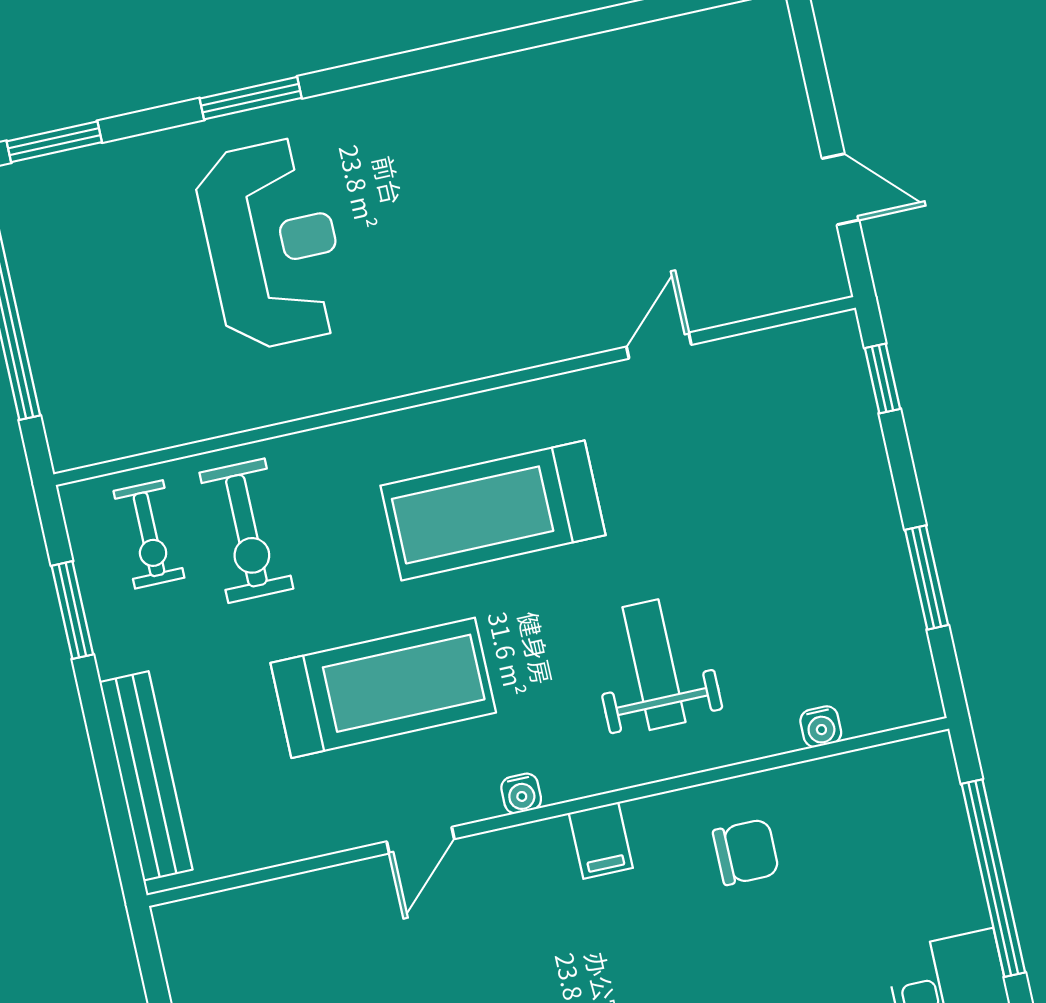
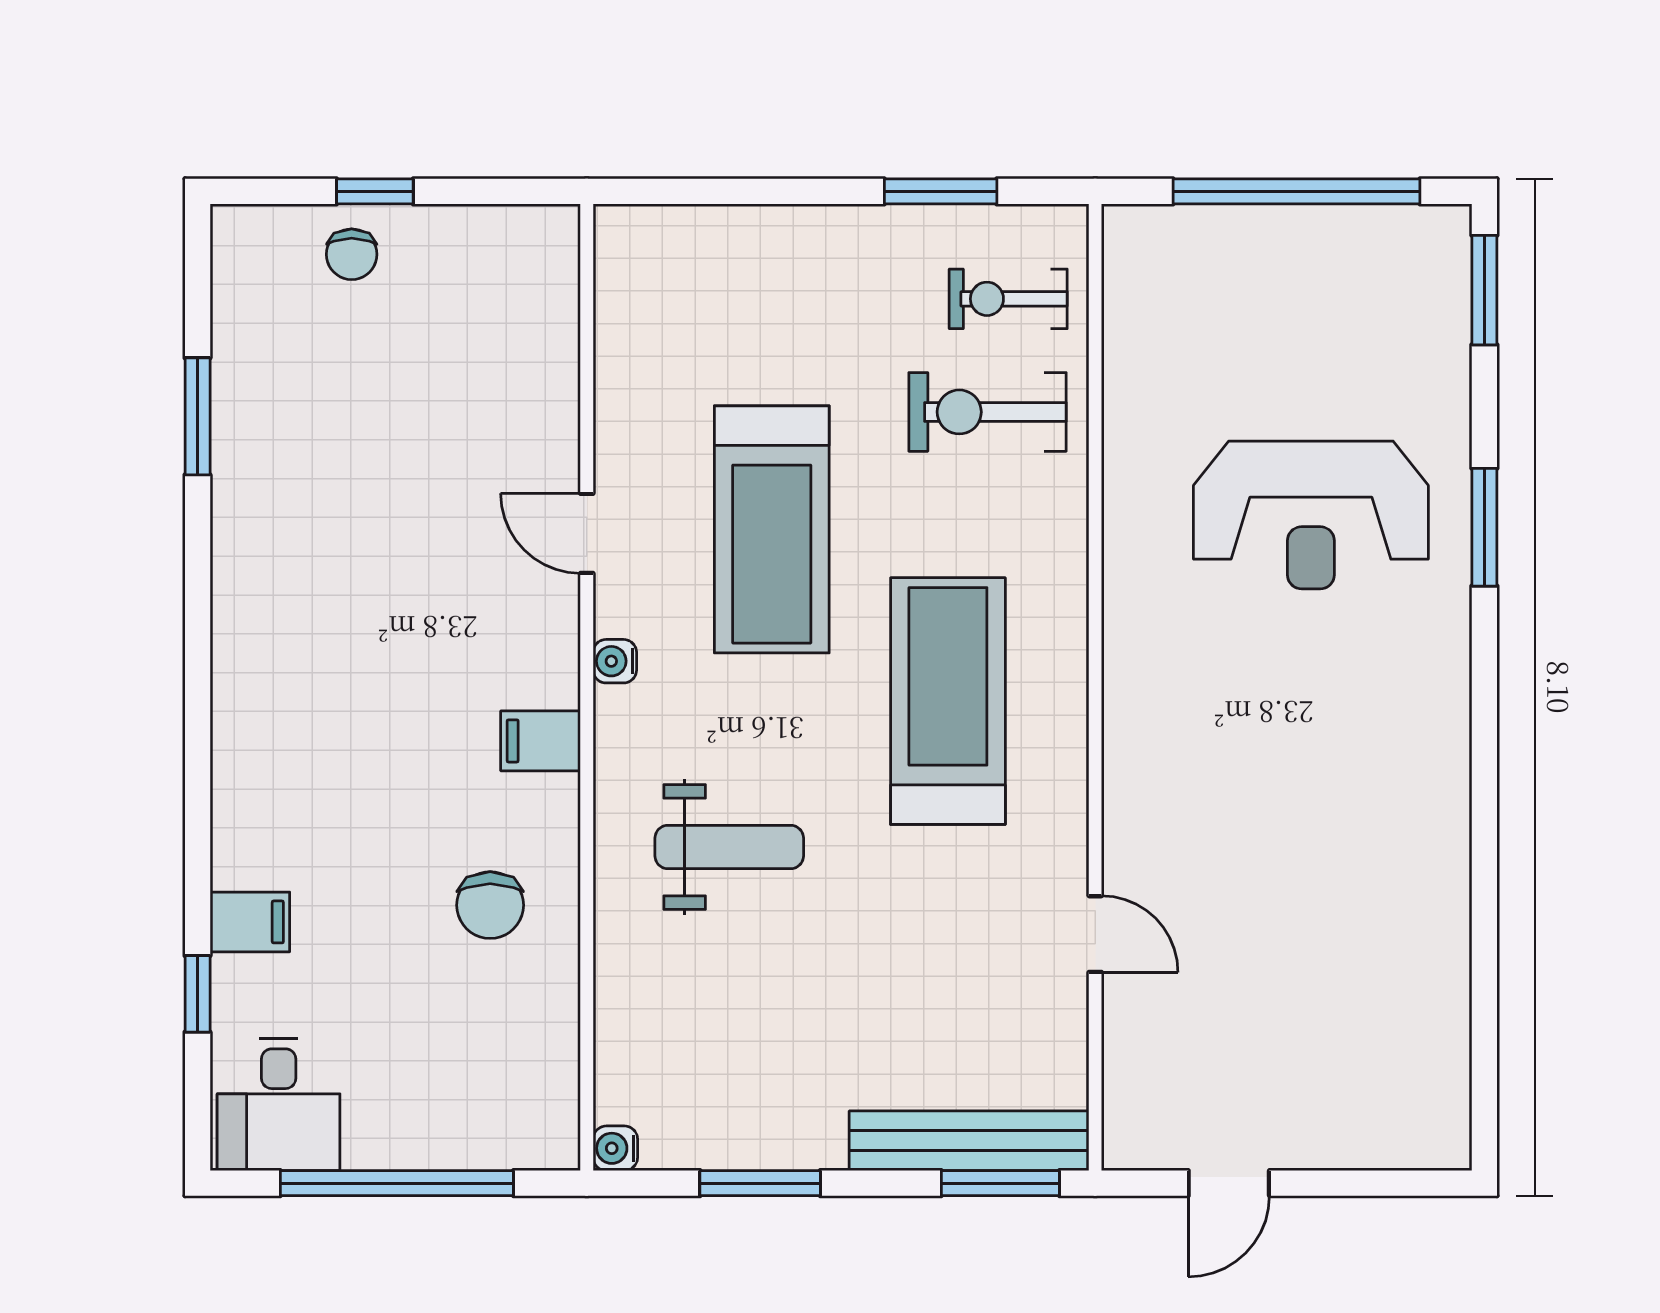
window: (883, 378) -> (1000, 1183), width x1.50
water cooler: (821, 727) -> (615, 1148), moved
bench: (146, 776) -> (969, 1141), moved

